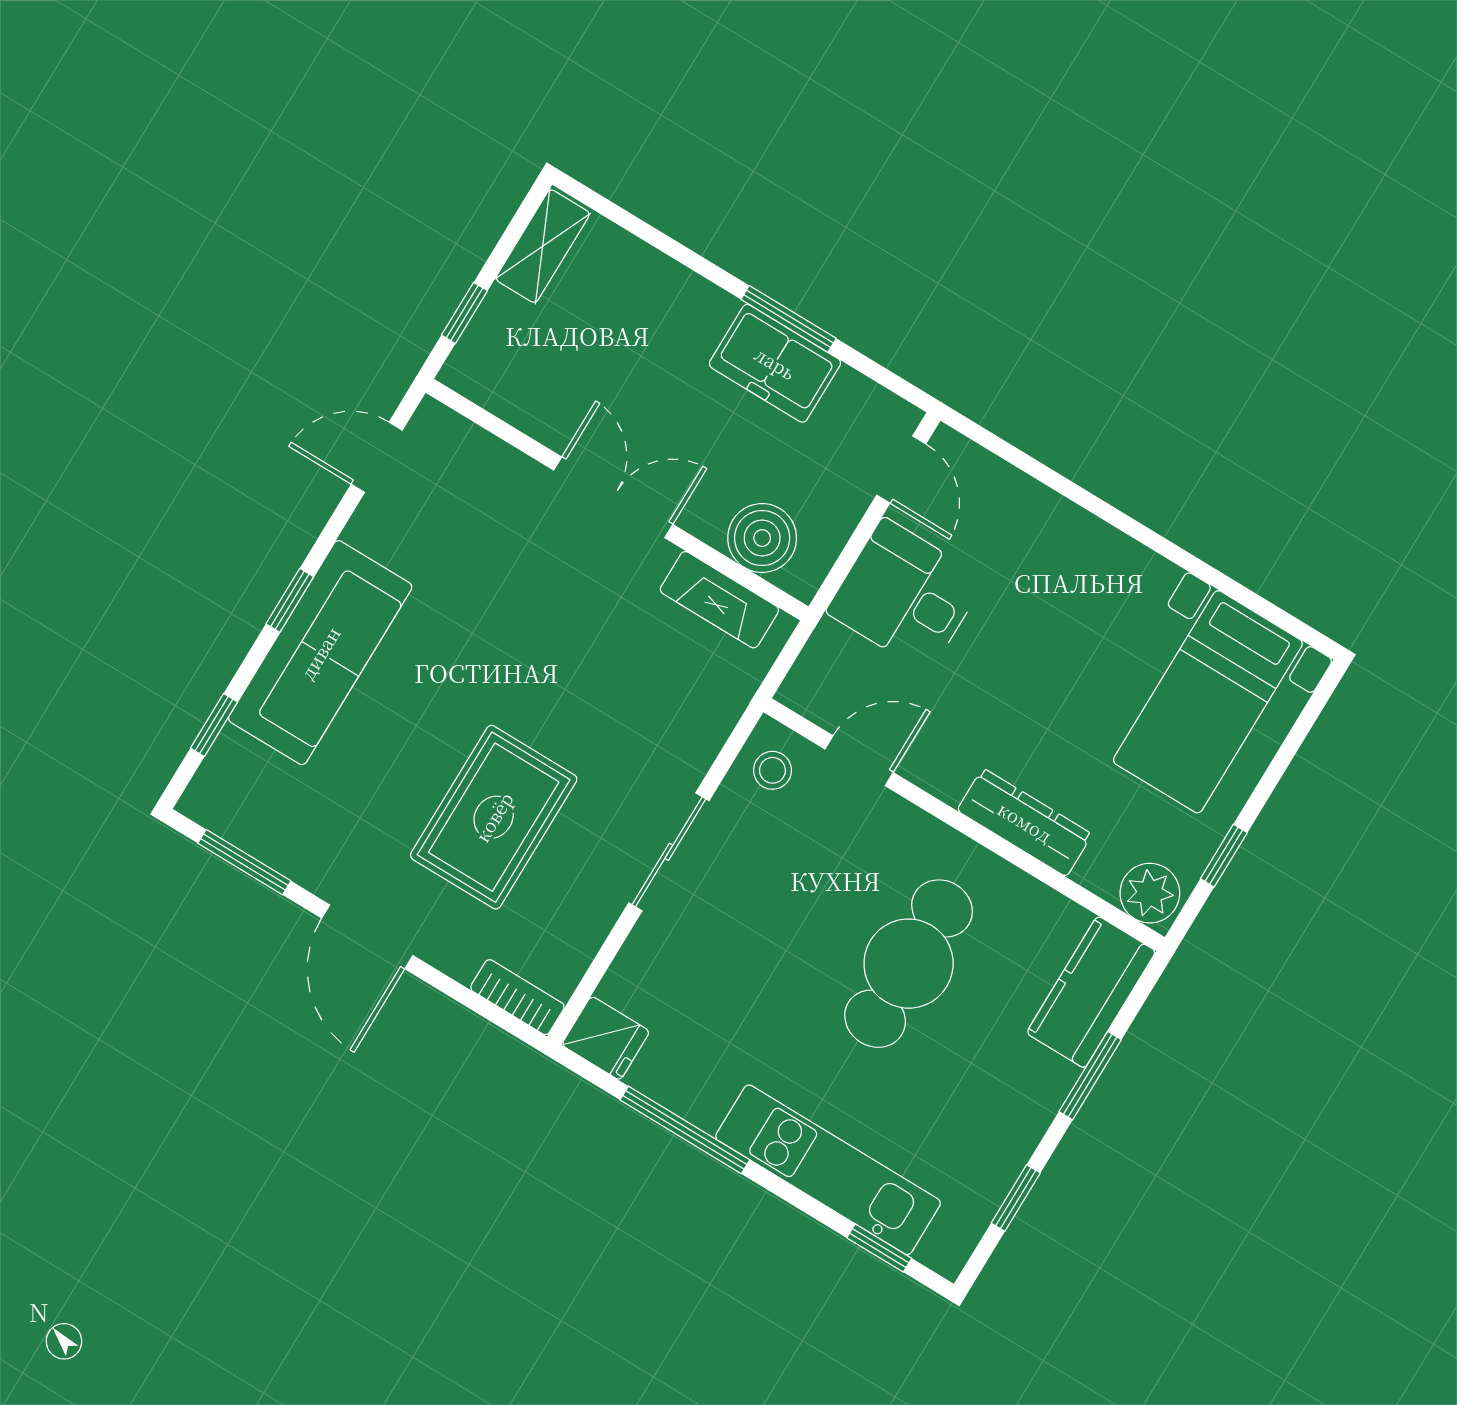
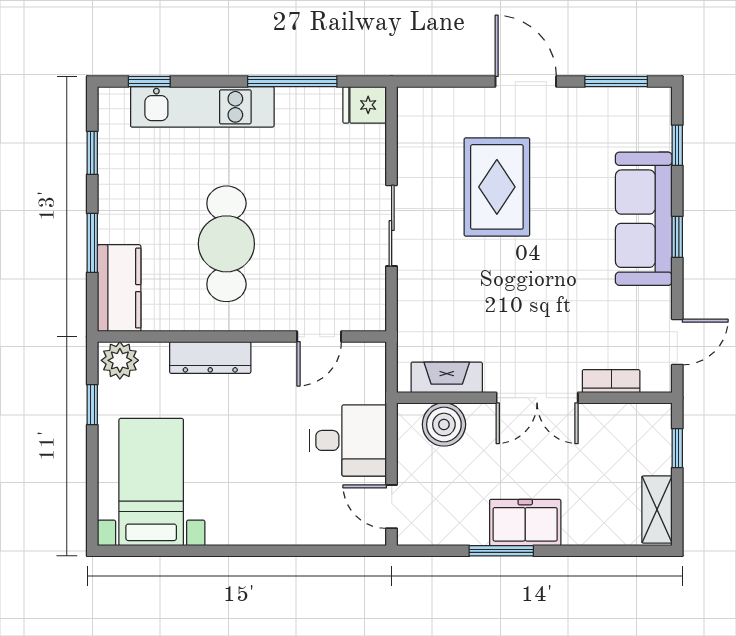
freezer: (775, 363) -> (525, 522), moved
stool: (772, 770) -> (363, 303), removed
bookcase: (517, 997) -> (611, 381), moved, turned 180

